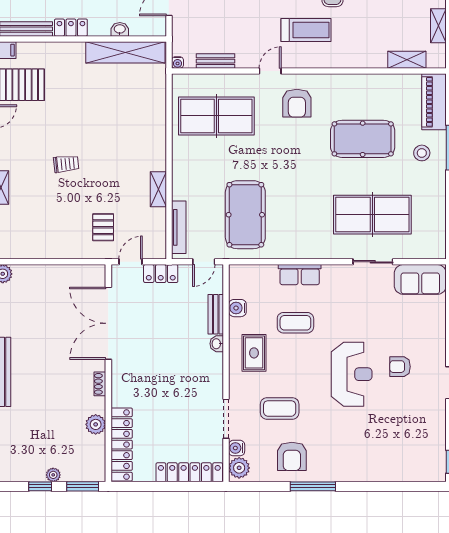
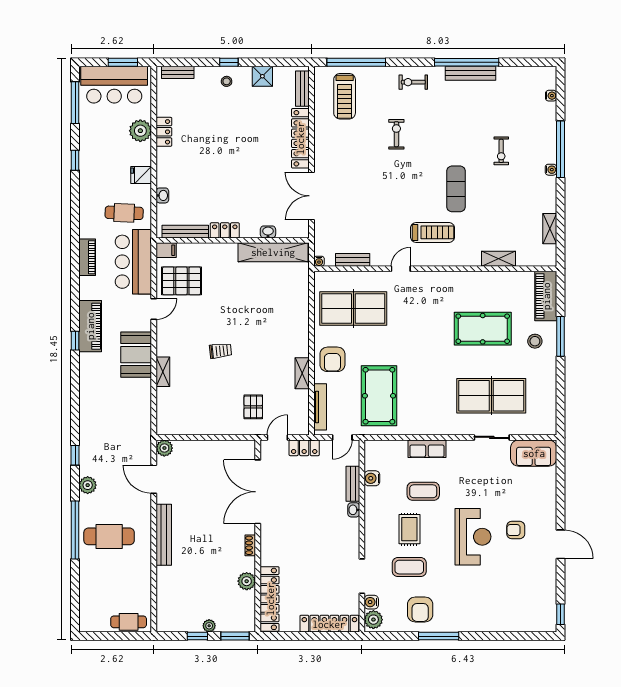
shelving: (407, 60) -> (498, 259), moved
armchair: (297, 103) -> (332, 359), moved
rug: (254, 353) -> (409, 529), moved

